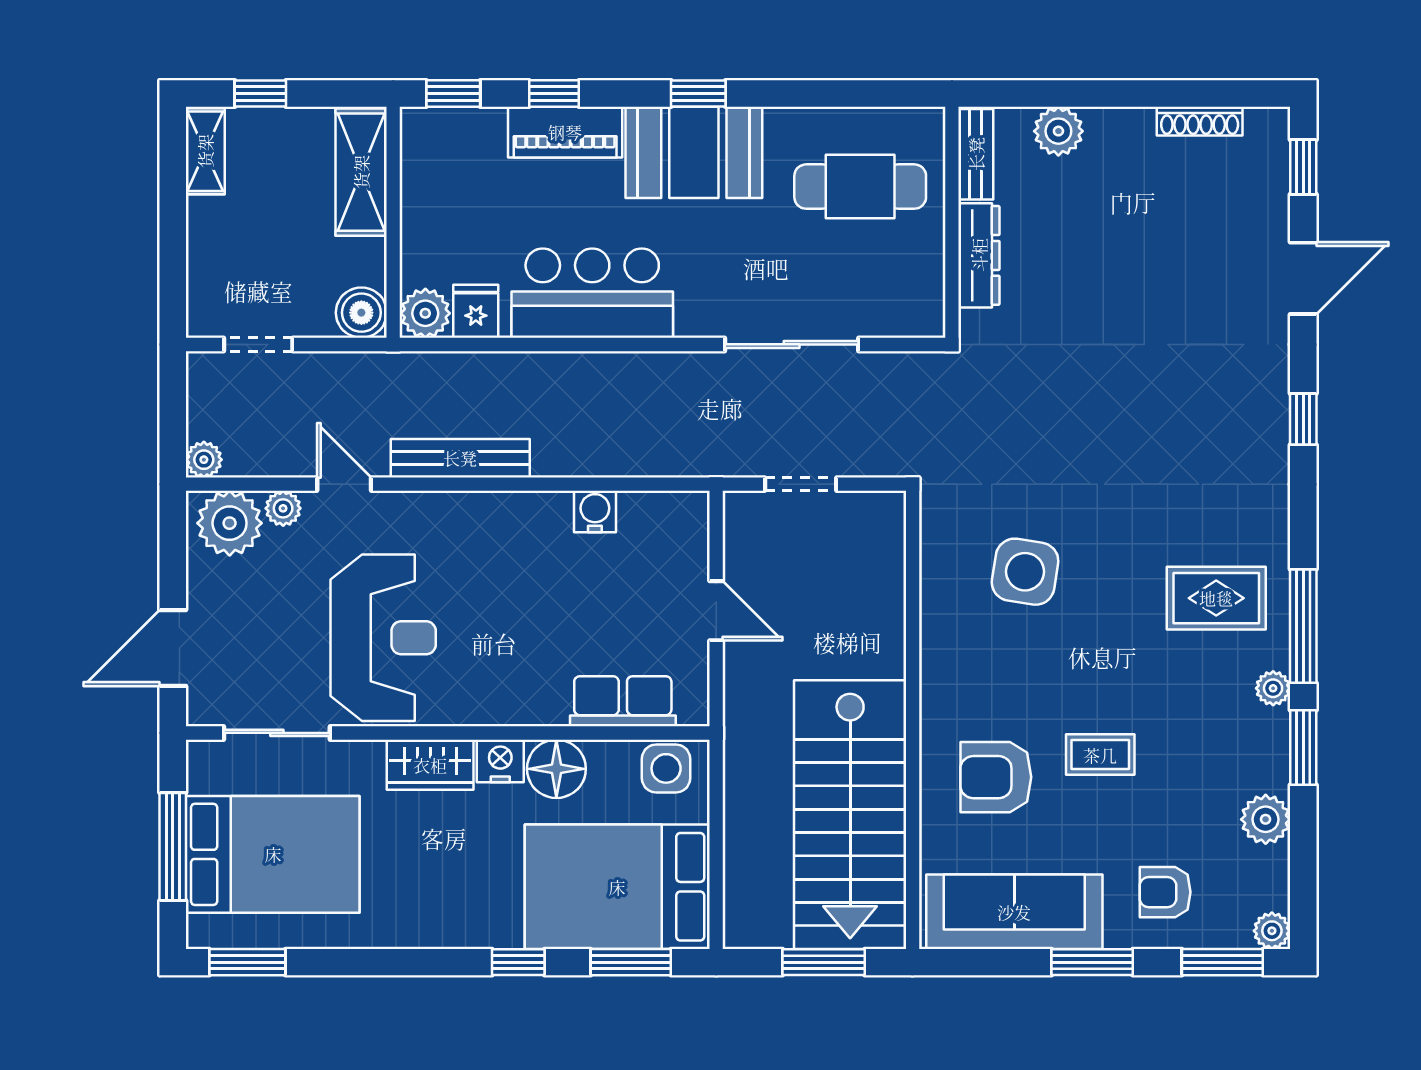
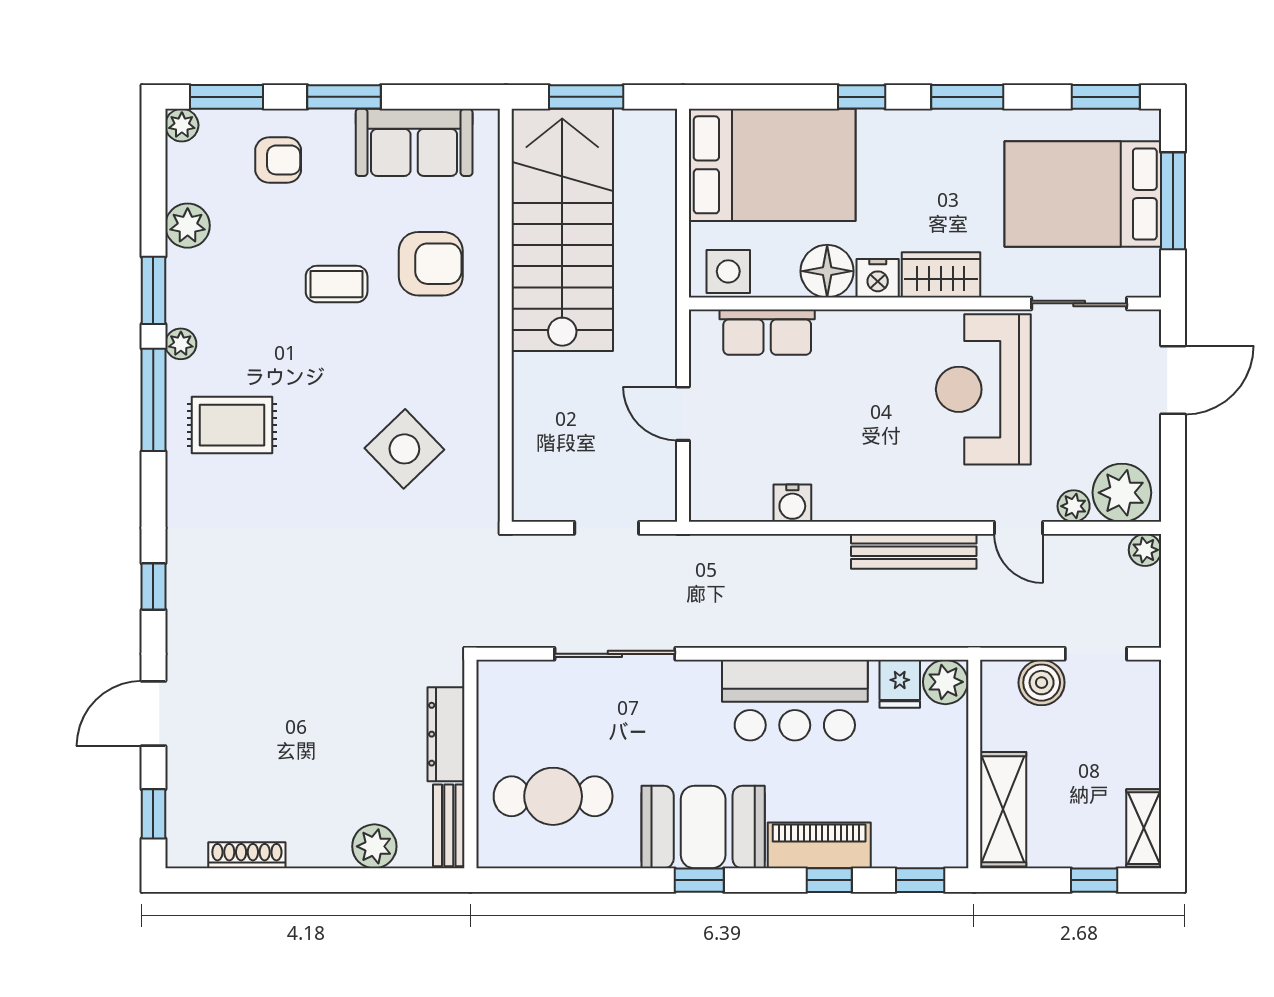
boiler: (361, 313) -> (1042, 683), moved
side table: (1025, 572) -> (404, 449), turned 37
sofa: (1014, 912) -> (414, 142), width x0.73
window: (631, 962) -> (967, 97), moved

